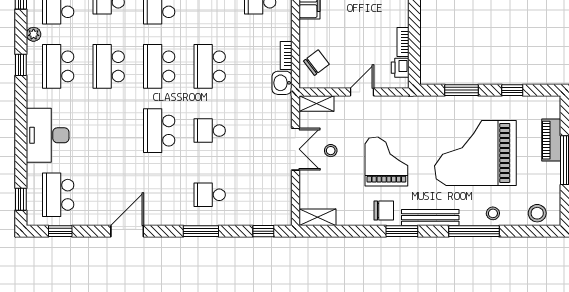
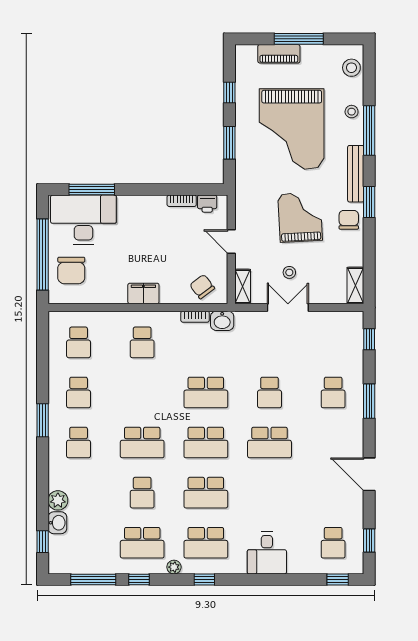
desk: (48, 135) -> (267, 553), width x0.73
grand piano: (386, 161) -> (300, 217), turned 87
school desk: (58, 195) -> (333, 543), width x0.54

